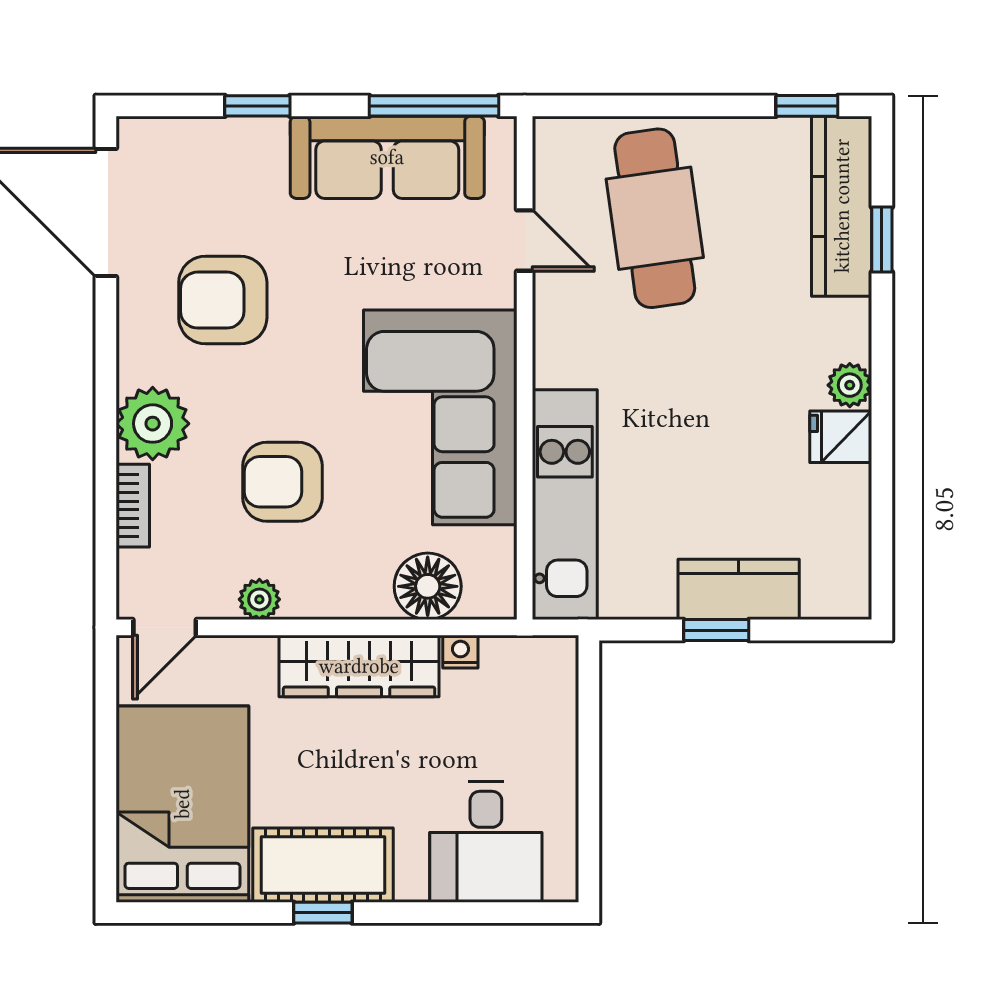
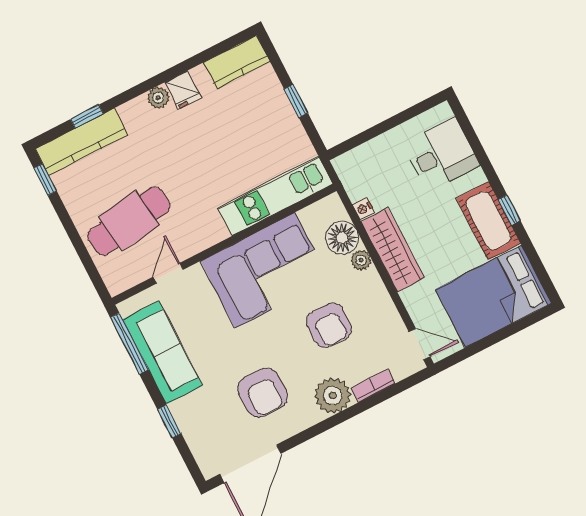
kitchen counter: (739, 589) -> (237, 62), moved, turned -90
plant: (259, 599) -> (361, 260), moved

